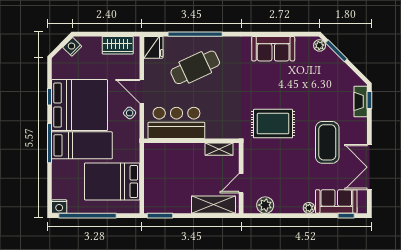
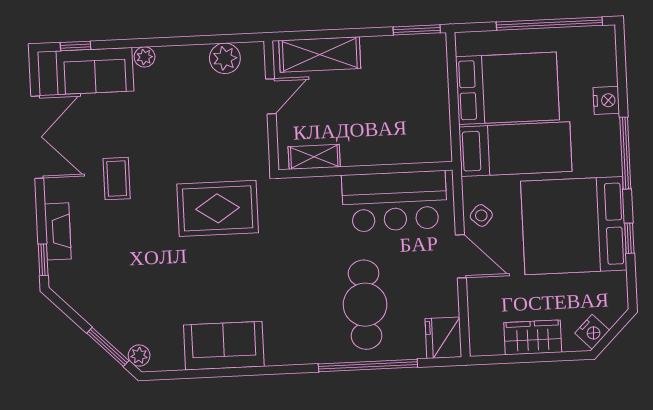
wardrobe: (118, 45) -> (533, 337), moved
cafe table: (195, 67) -> (365, 305), turned -65
fireplace: (361, 101) -> (58, 231), moved
coffee table: (327, 142) -> (117, 179), width x0.54, depth x0.58
bed: (82, 145) -> (515, 149), moved, turned 180
nightstand: (59, 207) -> (606, 100), moved, turned 90

